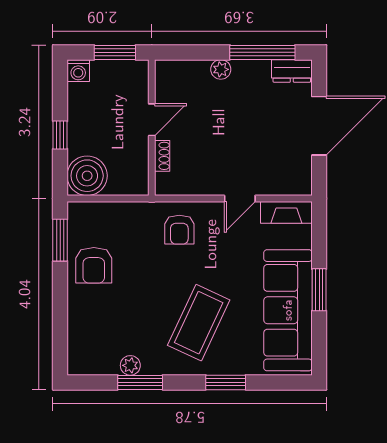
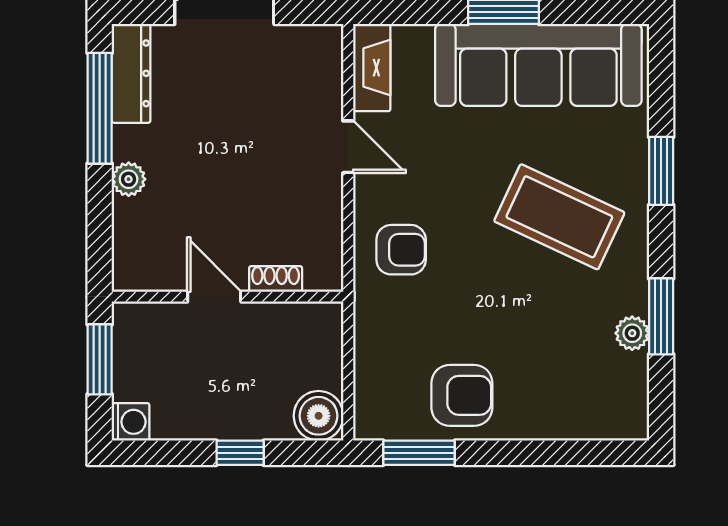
dresser: (292, 71) -> (131, 73), width x1.44
boiler: (87, 176) -> (319, 416), width x0.73, depth x0.73

